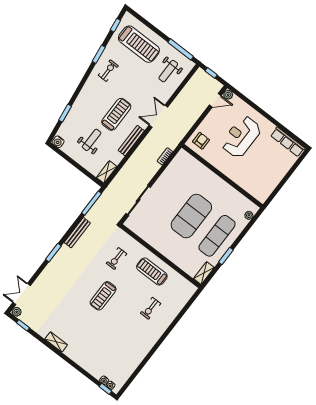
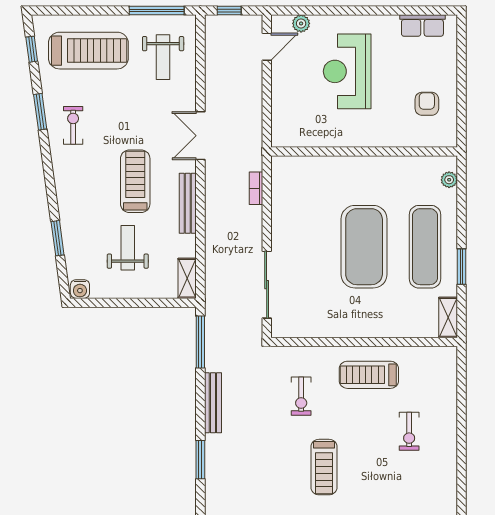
plant: (228, 95) -> (301, 23), moved
armchair: (201, 141) -> (427, 104), moved
row of seats: (288, 142) -> (422, 26), width x0.68

